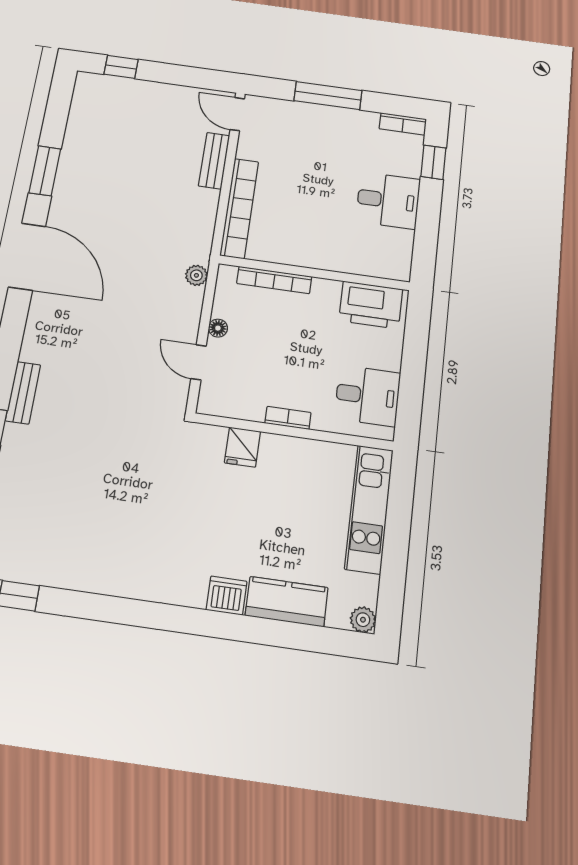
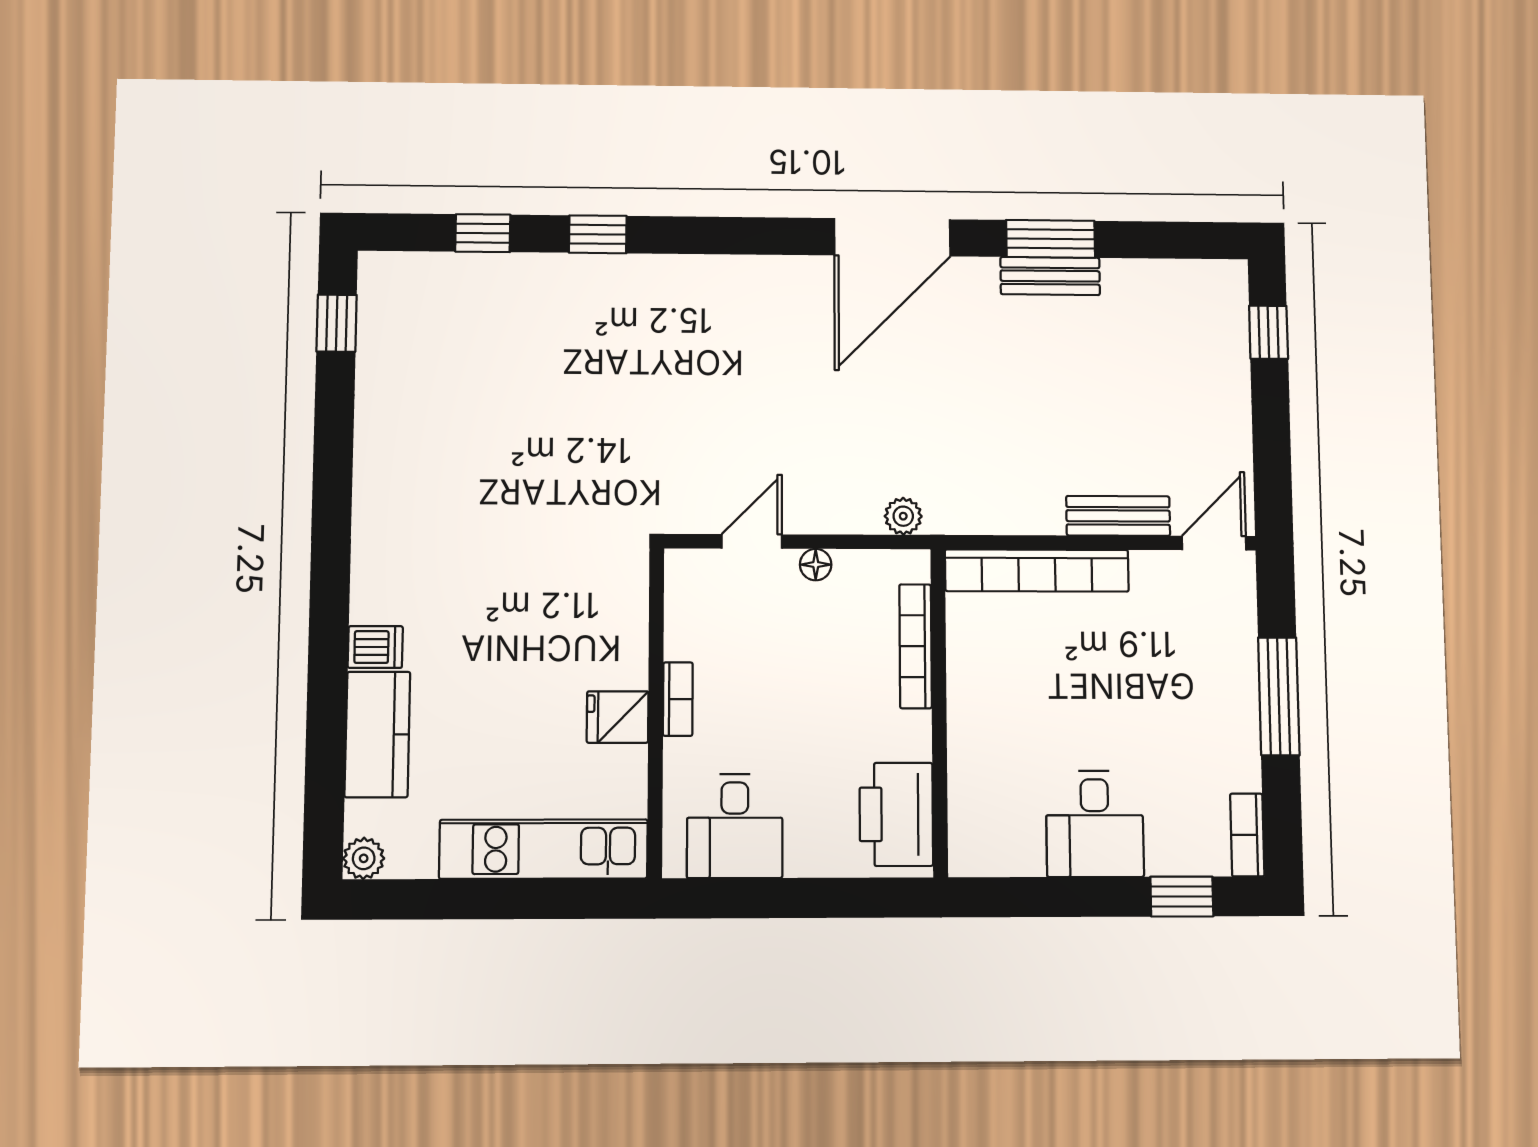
bench: (23, 393) -> (1050, 276), moved
fridge: (242, 447) -> (618, 717), moved
dishwasher: (227, 596) -> (375, 647), width x0.73

